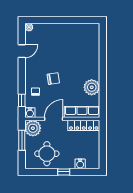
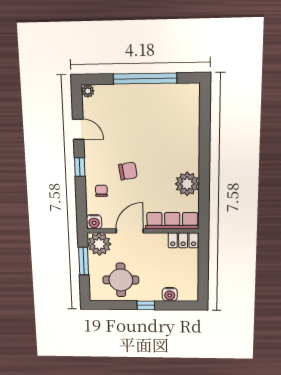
window: (65, 20) -> (145, 79), added
door: (22, 51) -> (78, 129), hinge flipped
window: (22, 100) -> (80, 167), moved
locker: (84, 125) -> (183, 240), width x0.66

